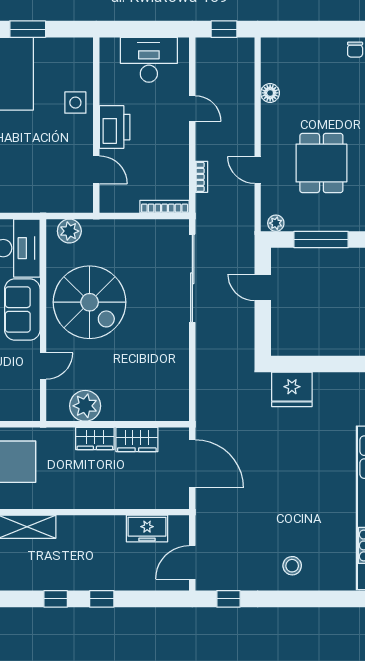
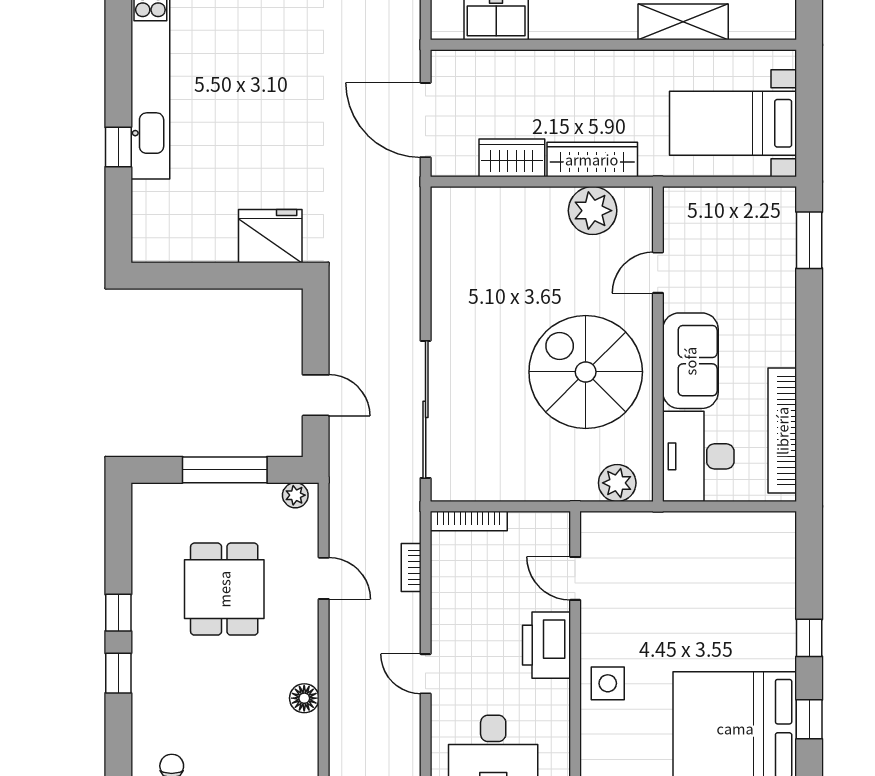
wardrobe: (95, 439) -> (592, 159), width x1.50

